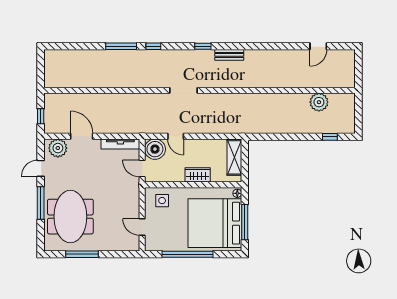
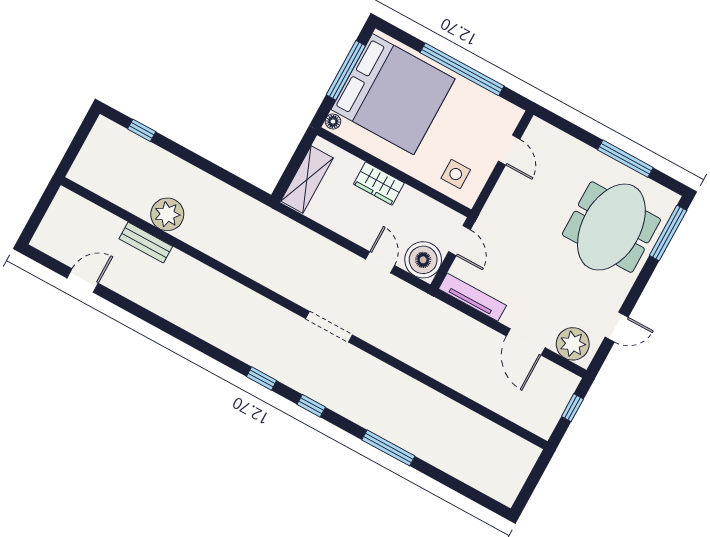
window: (153, 46) -> (311, 406), moved
bench: (229, 55) -> (146, 243), moved
plant: (319, 102) -> (167, 214), moved
window: (41, 203) -> (668, 233), moved

